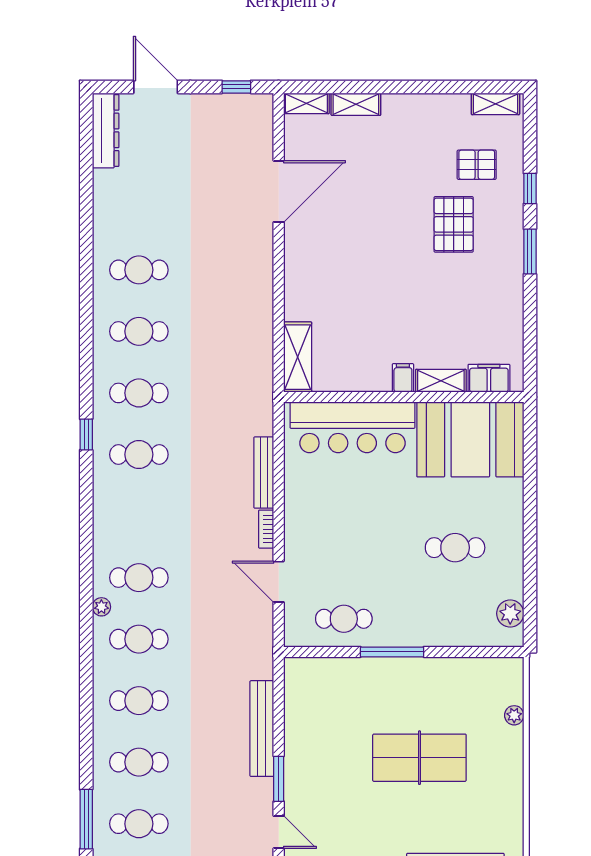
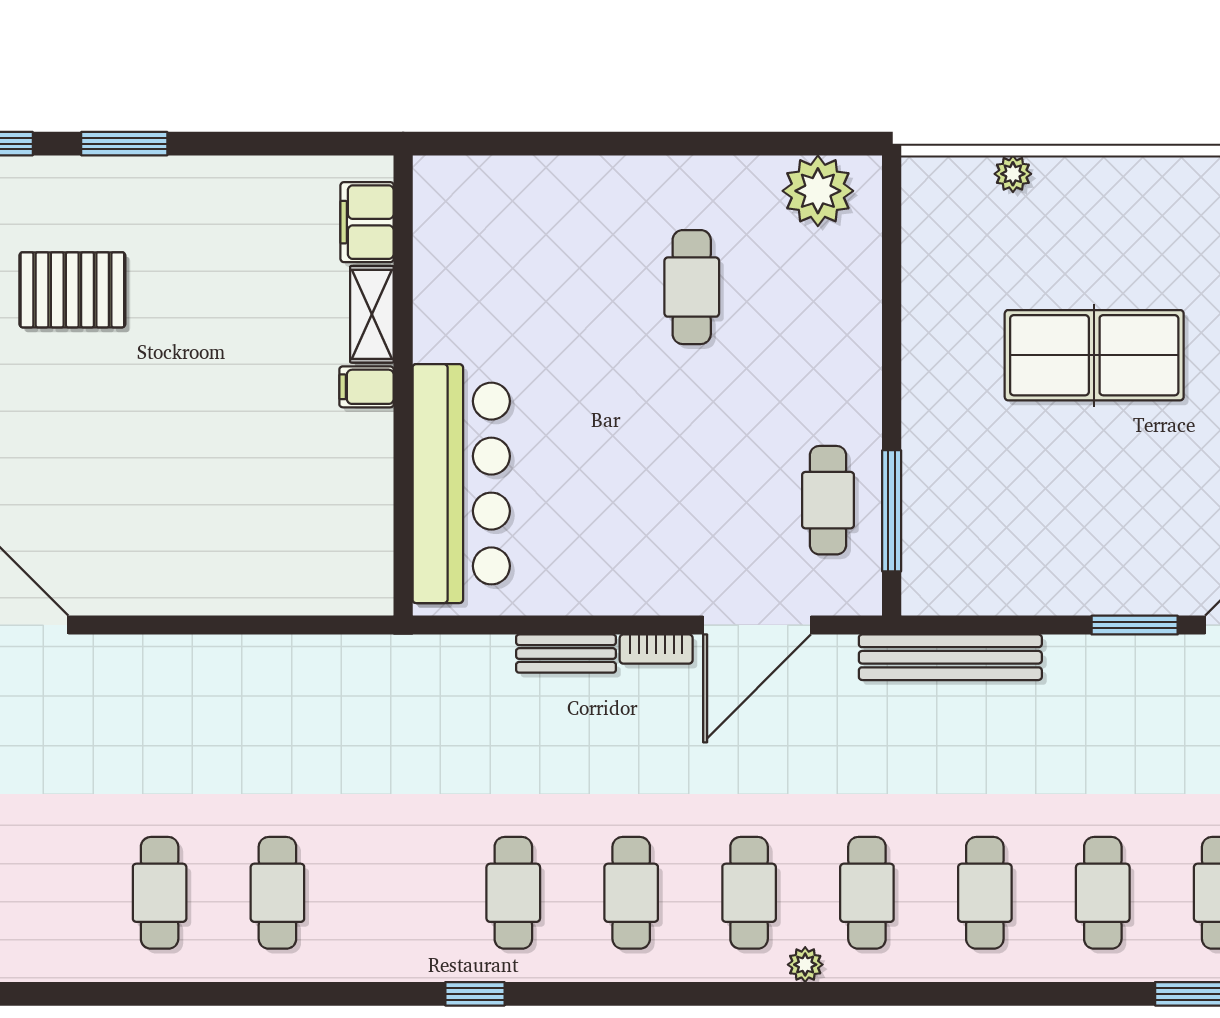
shelving: (298, 357) -> (327, 589), removed
cafe table: (139, 393) -> (631, 893), moved
booth: (470, 439) -> (484, 258), removed
bench: (264, 473) -> (566, 654), width x0.73
door: (279, 582) -> (757, 625), width x1.36
plant: (510, 613) -> (818, 191), width x1.36, depth x1.36
window: (392, 652) -> (892, 511), moved
bench: (262, 729) -> (950, 657), moved
table tennis table: (419, 758) -> (1094, 355), turned 90

